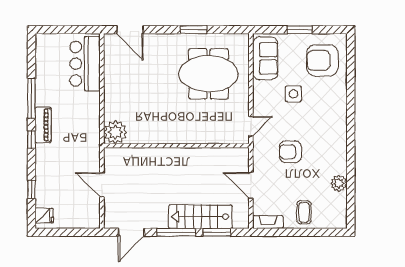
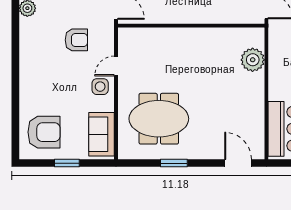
side table: (293, 94) -> (100, 87), moved
wall: (176, 146) -> (191, 26), moved

